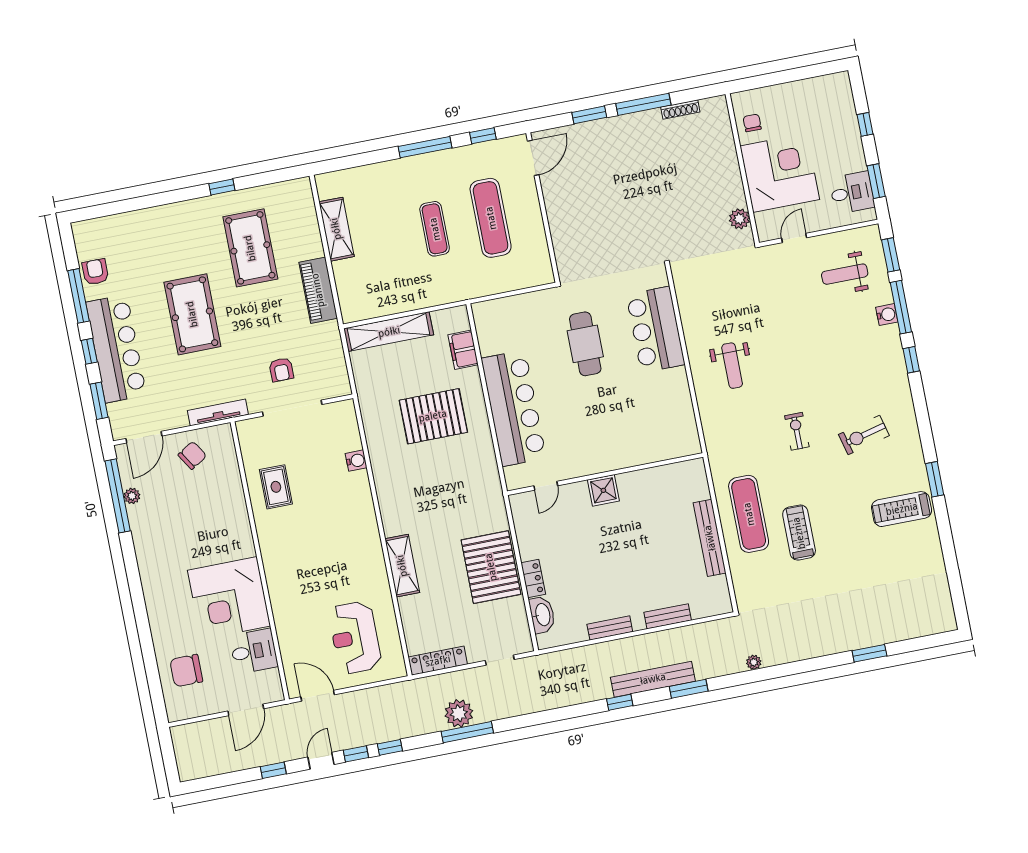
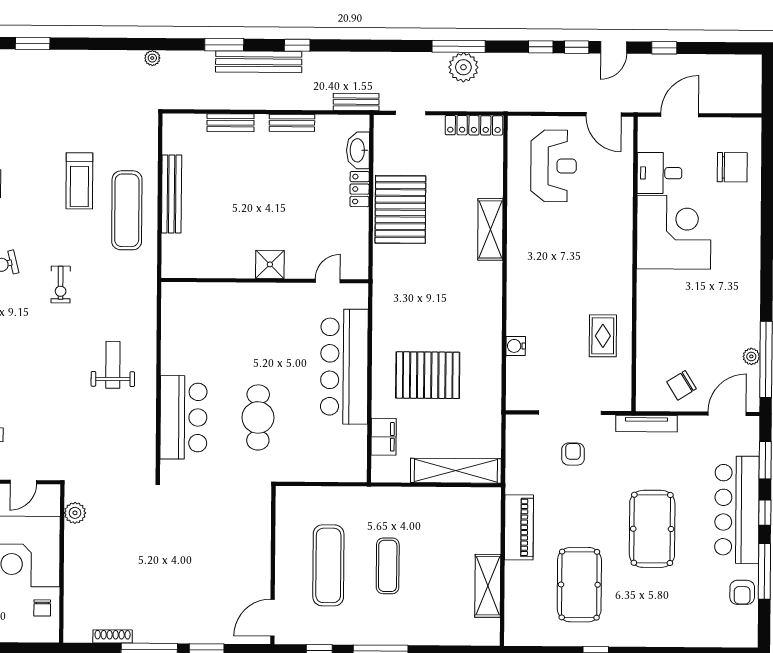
bench: (553, 660) -> (356, 102), added

